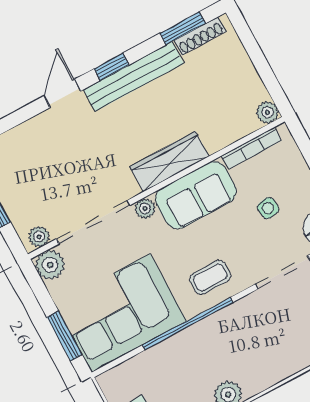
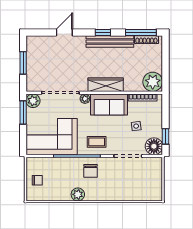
window: (183, 28) -> (141, 32), width x1.44
door: (62, 93) -> (64, 32), moved
plant: (267, 112) -> (153, 82), width x1.87, depth x1.87
plant: (39, 237) -> (35, 87), removed
window: (65, 336) -> (23, 113), moved
chair: (228, 338) -> (90, 171), added

